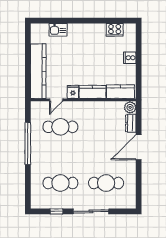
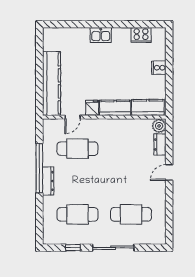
kitchen sink: (58, 30) -> (101, 35), moved
door: (139, 147) -> (169, 173), width x0.53
dresser: (35, 155) -> (48, 181), added

